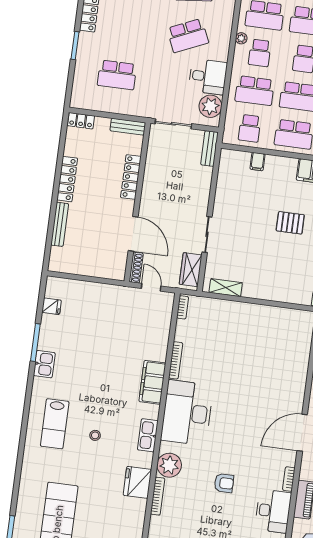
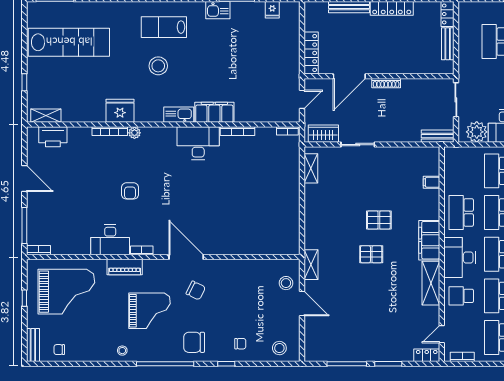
bench: (128, 127) -> (448, 44), moved
school desk: (250, 128) -> (461, 171), removed
locker: (131, 177) -> (311, 53), moved, turned 90
pallet: (290, 223) -> (379, 220), turned 90
shoe rack: (136, 268) -> (386, 83), moved
desk: (187, 413) -> (198, 143), width x0.73, depth x0.77
stool: (95, 435) -> (158, 66), width x1.89, depth x1.89
kitchen sink: (148, 435) -> (179, 115), moved
plant: (169, 465) -> (134, 133), width x0.53, depth x0.53

